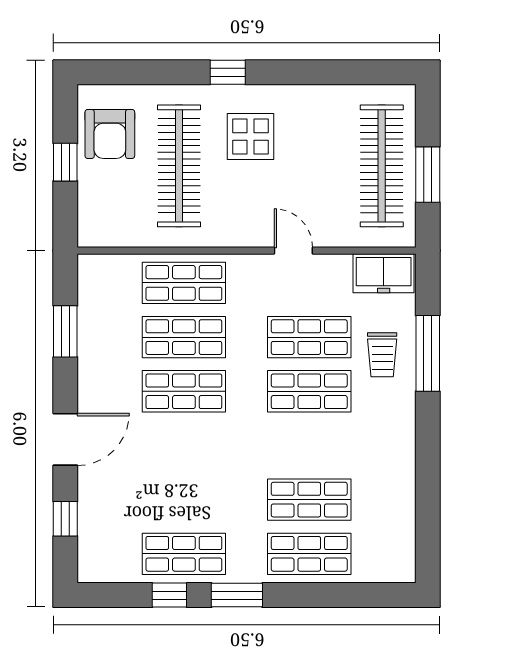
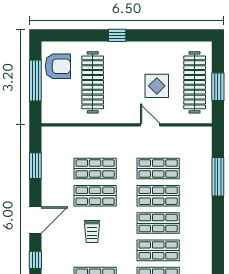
armchair: (110, 134) -> (58, 66), turned -90
display table: (250, 136) -> (157, 86), moved
window: (65, 162) -> (35, 80), width x2.17
freezer: (384, 273) -> (196, 136), removed
shop shelf: (184, 283) -> (158, 223), moved
trolley: (382, 355) -> (92, 232), moved

